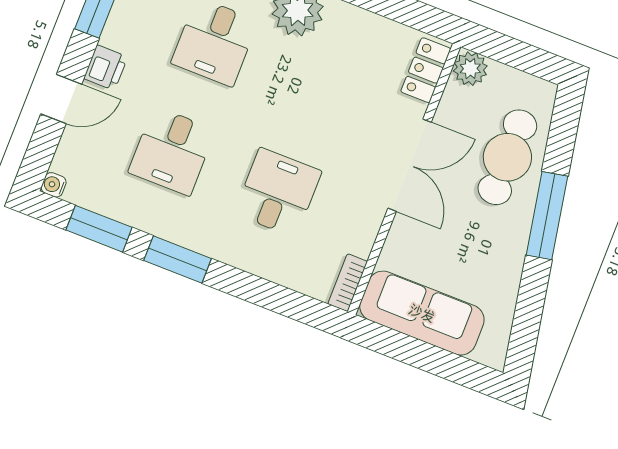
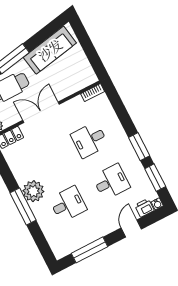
printer: (106, 68) -> (144, 208), moved
door: (61, 99) -> (131, 228), hinge flipped
sofa: (422, 313) -> (50, 50), moved, turned -101

